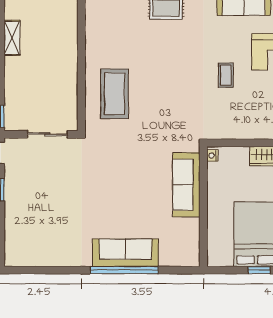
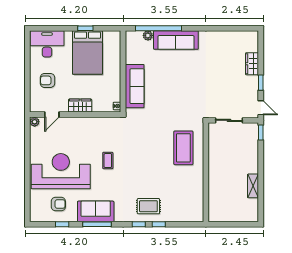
wardrobe: (14, 218) -> (252, 64), added
plant: (167, 259) -> (148, 35), added
window: (124, 270) -> (159, 28), moved

